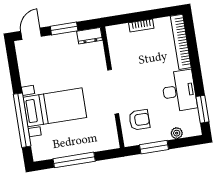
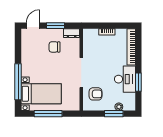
chair: (68, 60) -> (54, 47), added
bed with nightstands: (55, 107) -> (41, 94), moved
window: (202, 109) -> (138, 82), moved
window: (154, 147) -> (114, 114), moved

